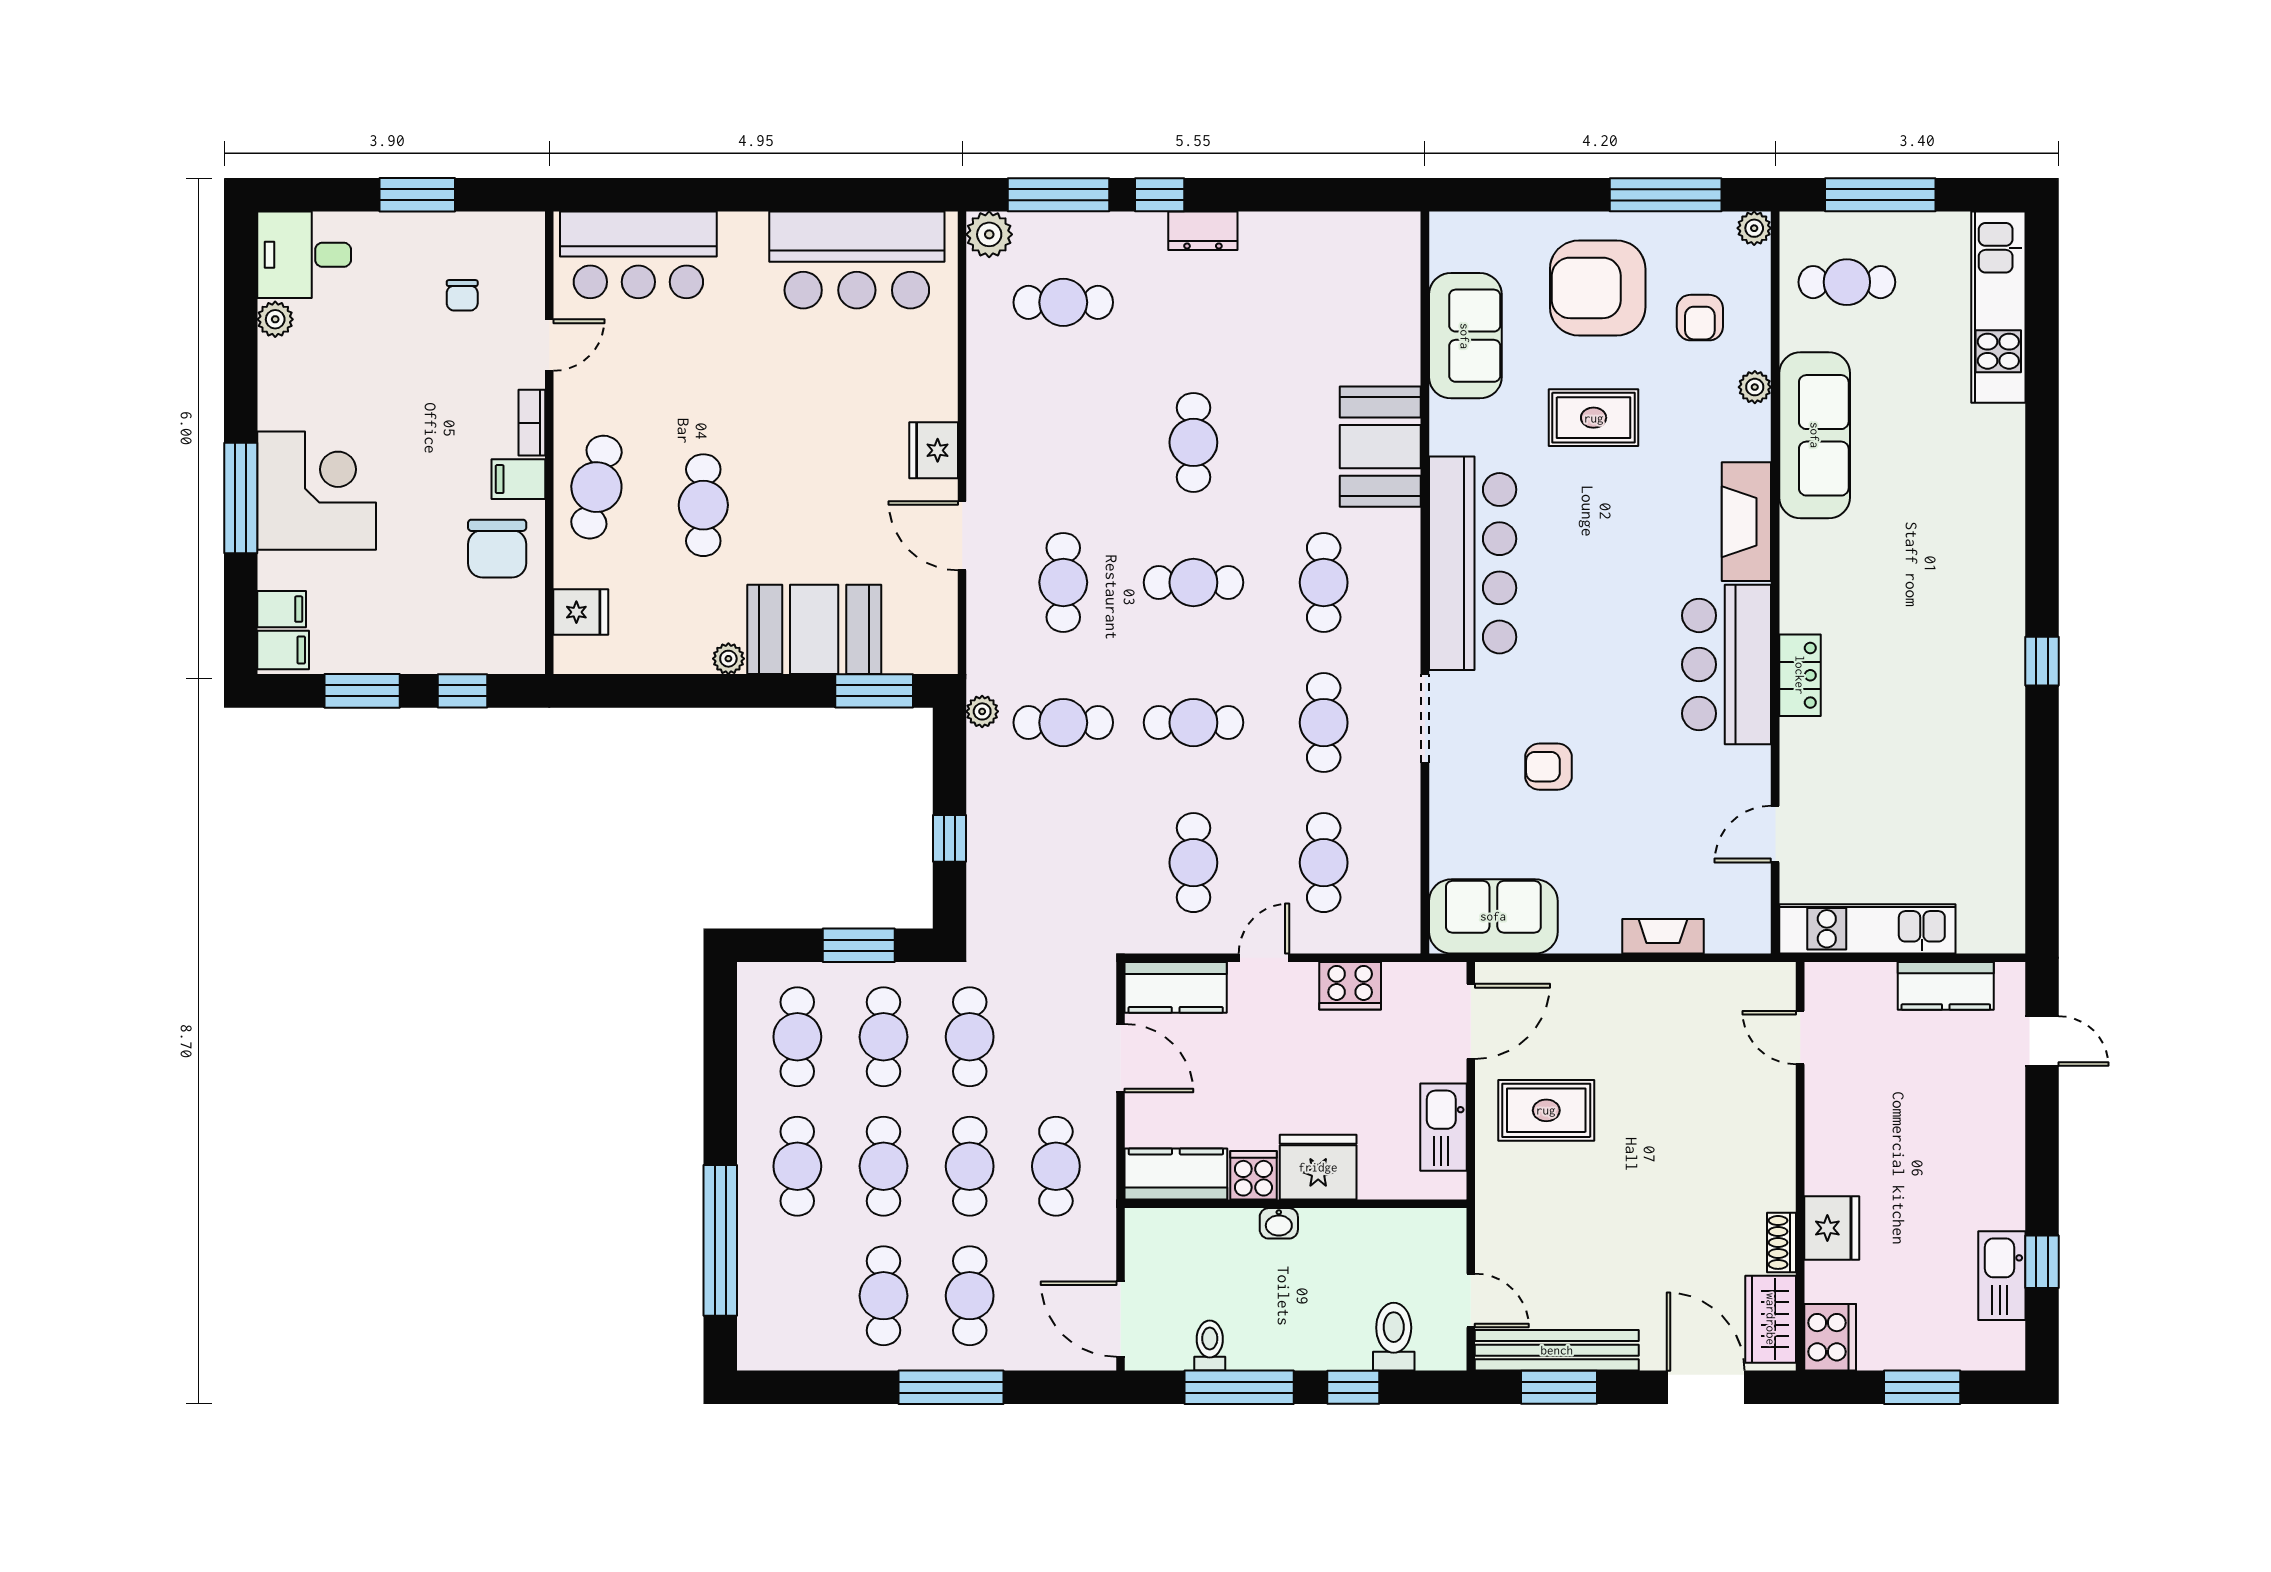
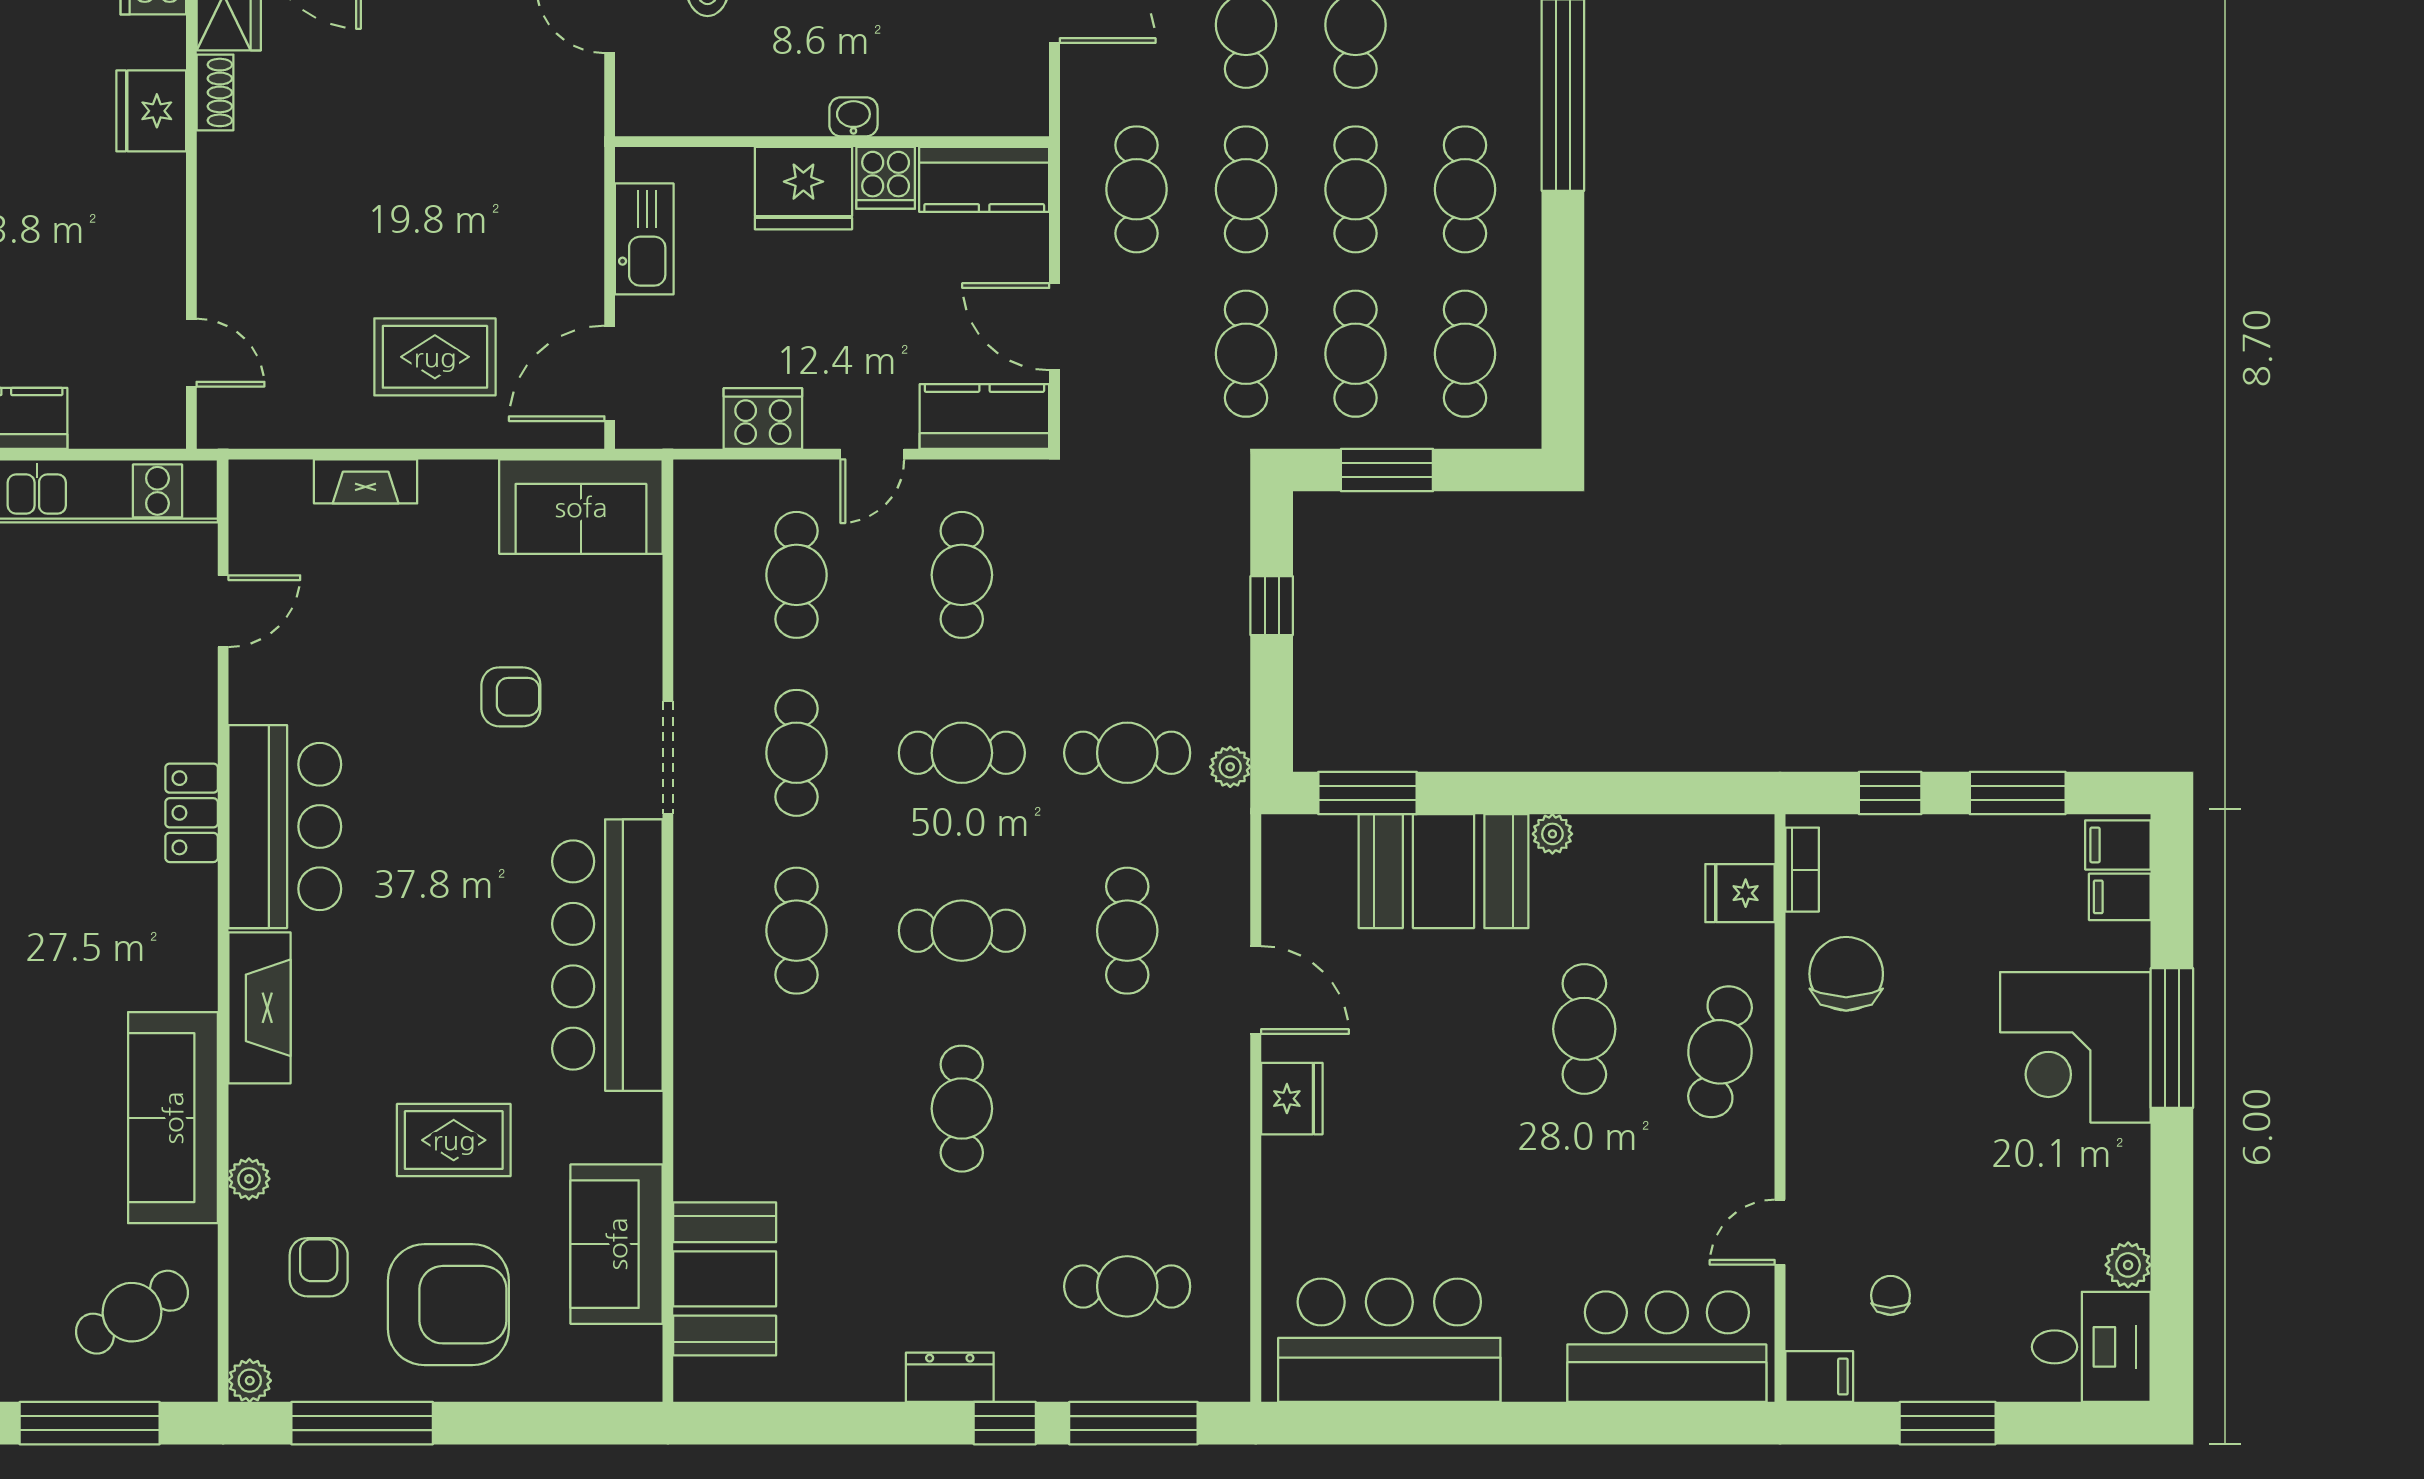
plant: (989, 234) -> (1221, 1373), removed
cafe table: (1847, 282) -> (132, 1312), turned -30
bookcase: (532, 423) -> (1802, 870), moved
booth: (1380, 447) -> (725, 1279), moved
filing cabinet: (518, 479) -> (1819, 1377), moved
rug: (1546, 1110) -> (435, 357), moved

